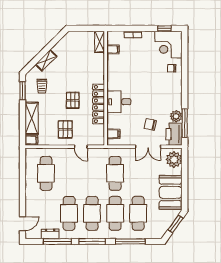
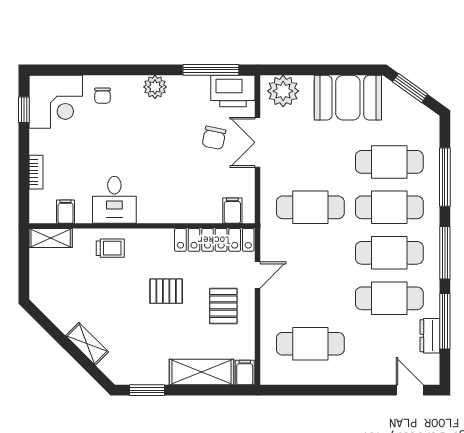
trolley: (42, 86) -> (110, 248), moved
desk: (119, 102) -> (114, 200), moved
locker: (99, 104) -> (214, 240), moved
plant: (176, 116) -> (155, 87), moved
pallet: (65, 129) -> (223, 306), turned 90
double door: (148, 147) -> (257, 142), swing flipped

